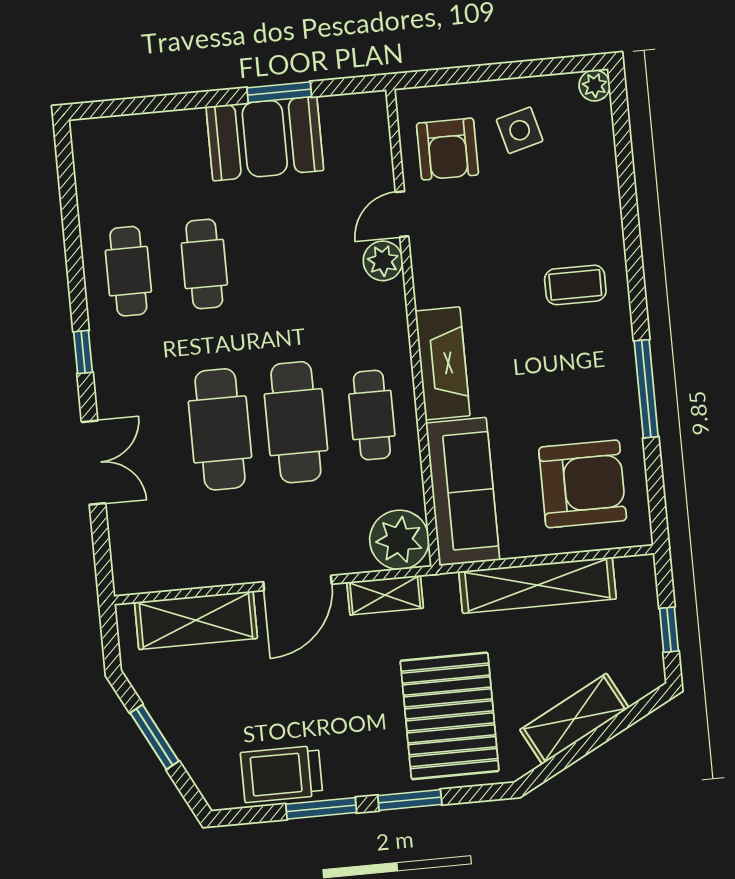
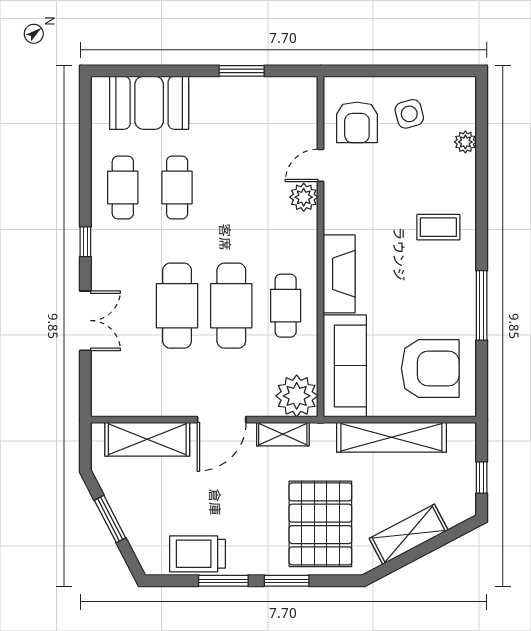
plant: (595, 85) -> (465, 142), moved
booth: (265, 139) -> (149, 103), moved

